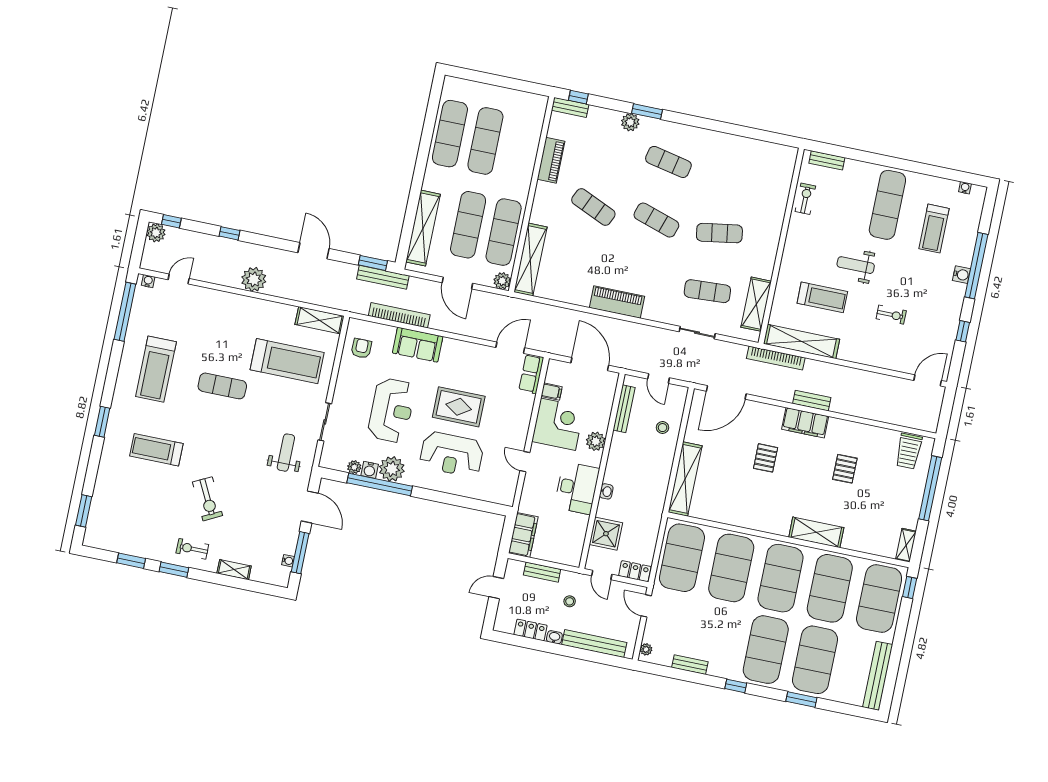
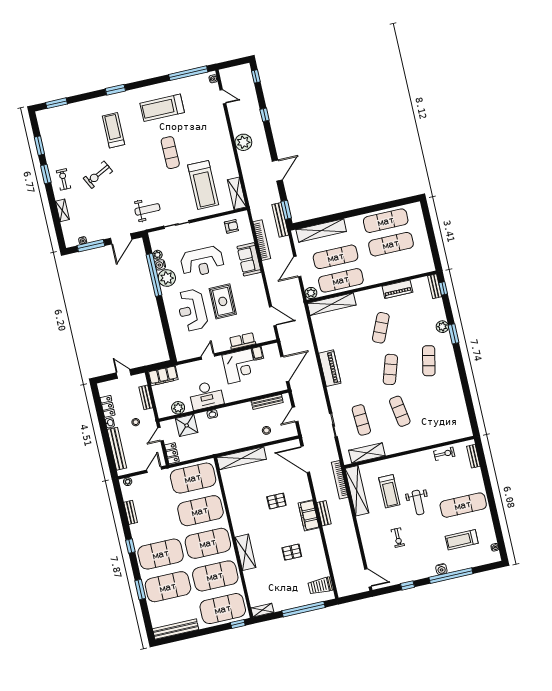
plant: (156, 233) -> (245, 70), removed
weight bench: (856, 265) -> (418, 502), turned 180
row of seats: (531, 374) -> (242, 341), moved
plant: (596, 441) -> (178, 408), moved

